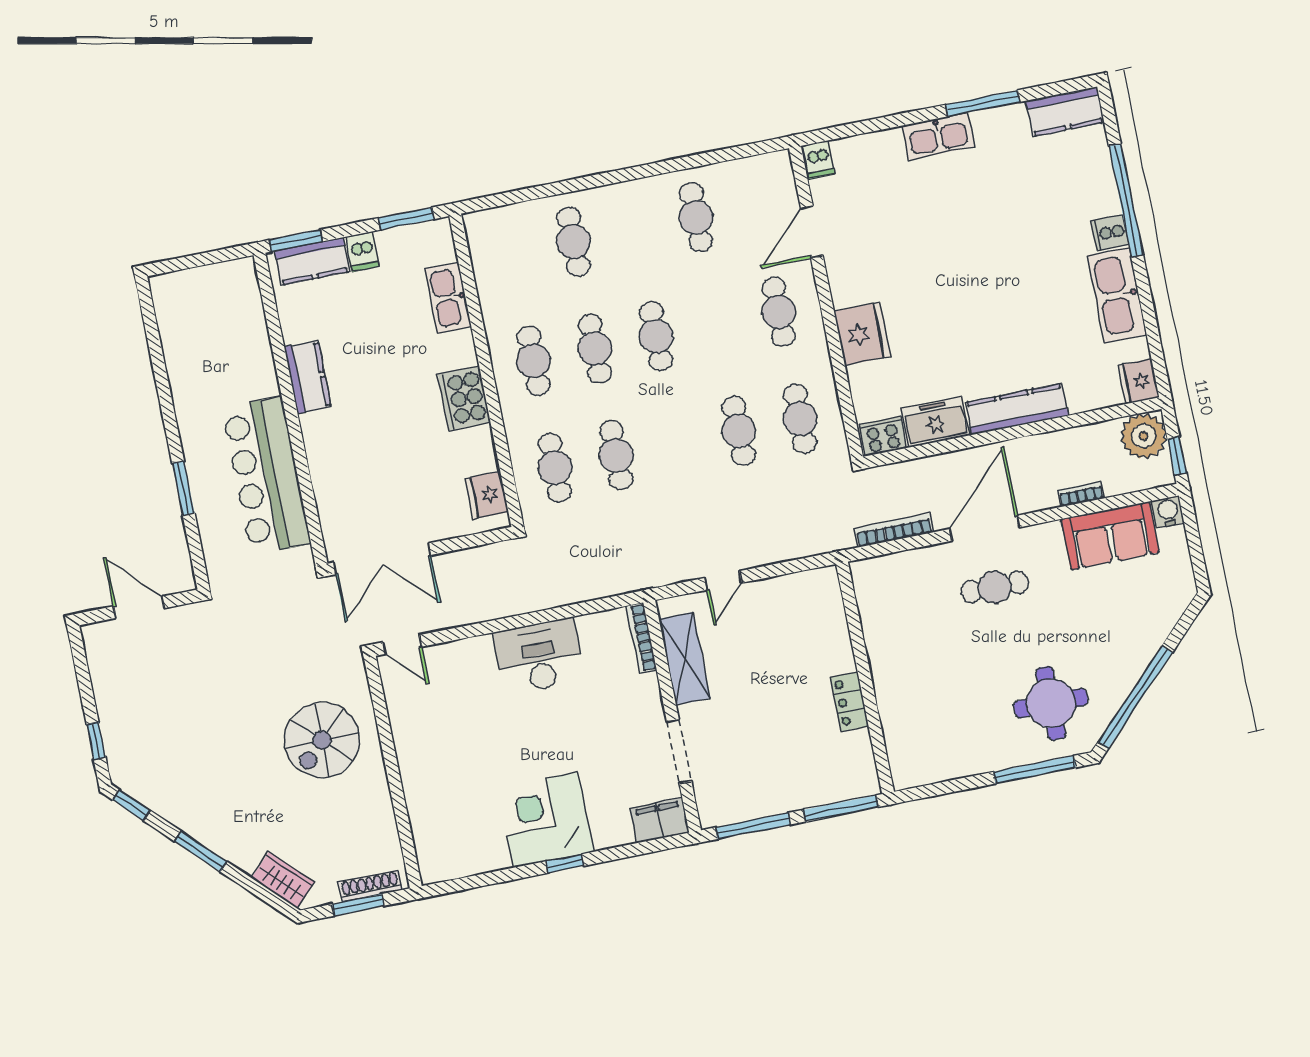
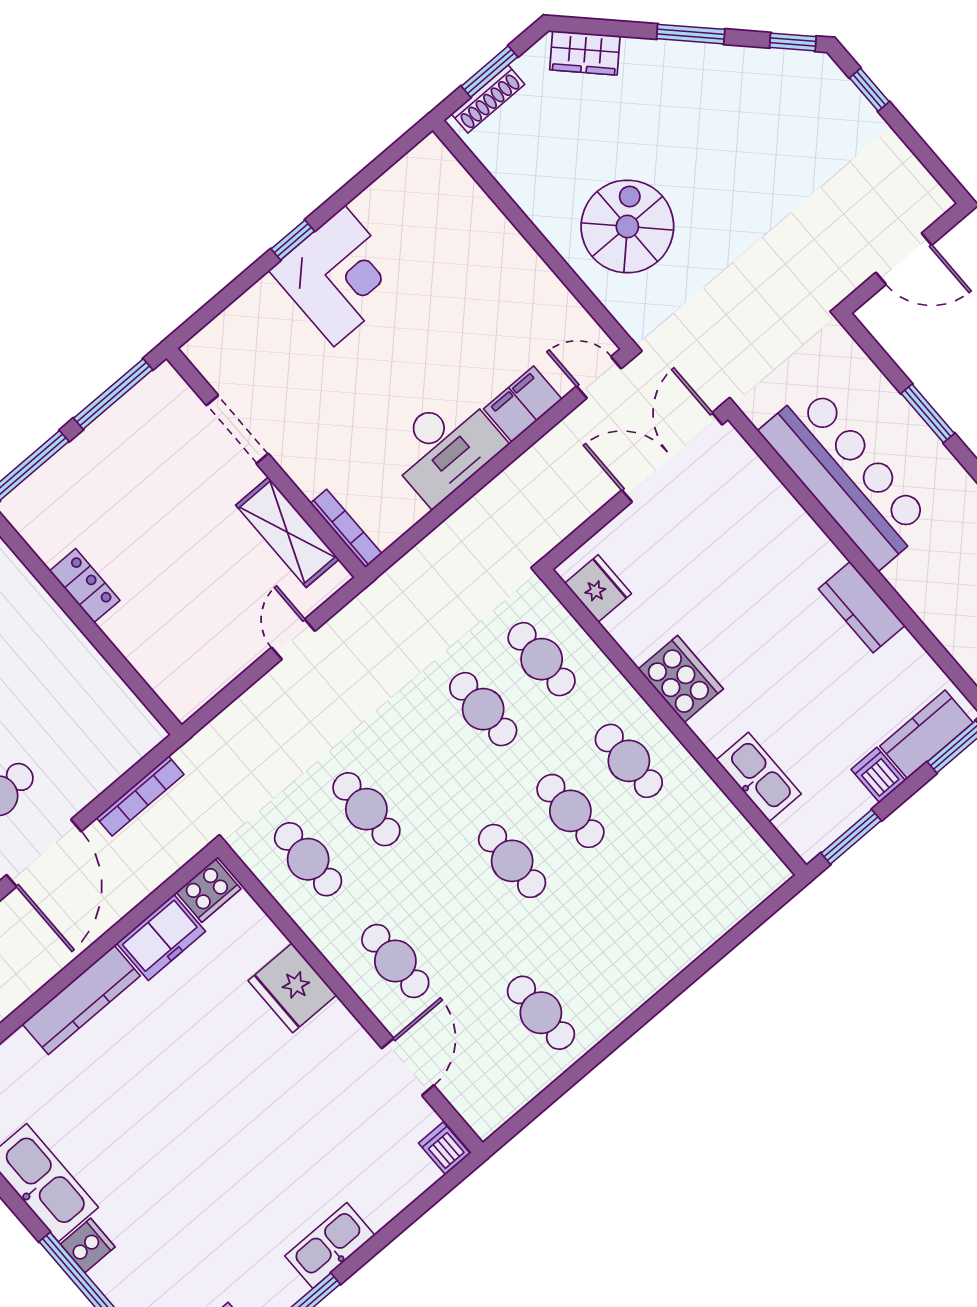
cafe table: (573, 242) -> (658, 913), removed
filing cabinet: (660, 820) -> (523, 404), moved, turned 180

